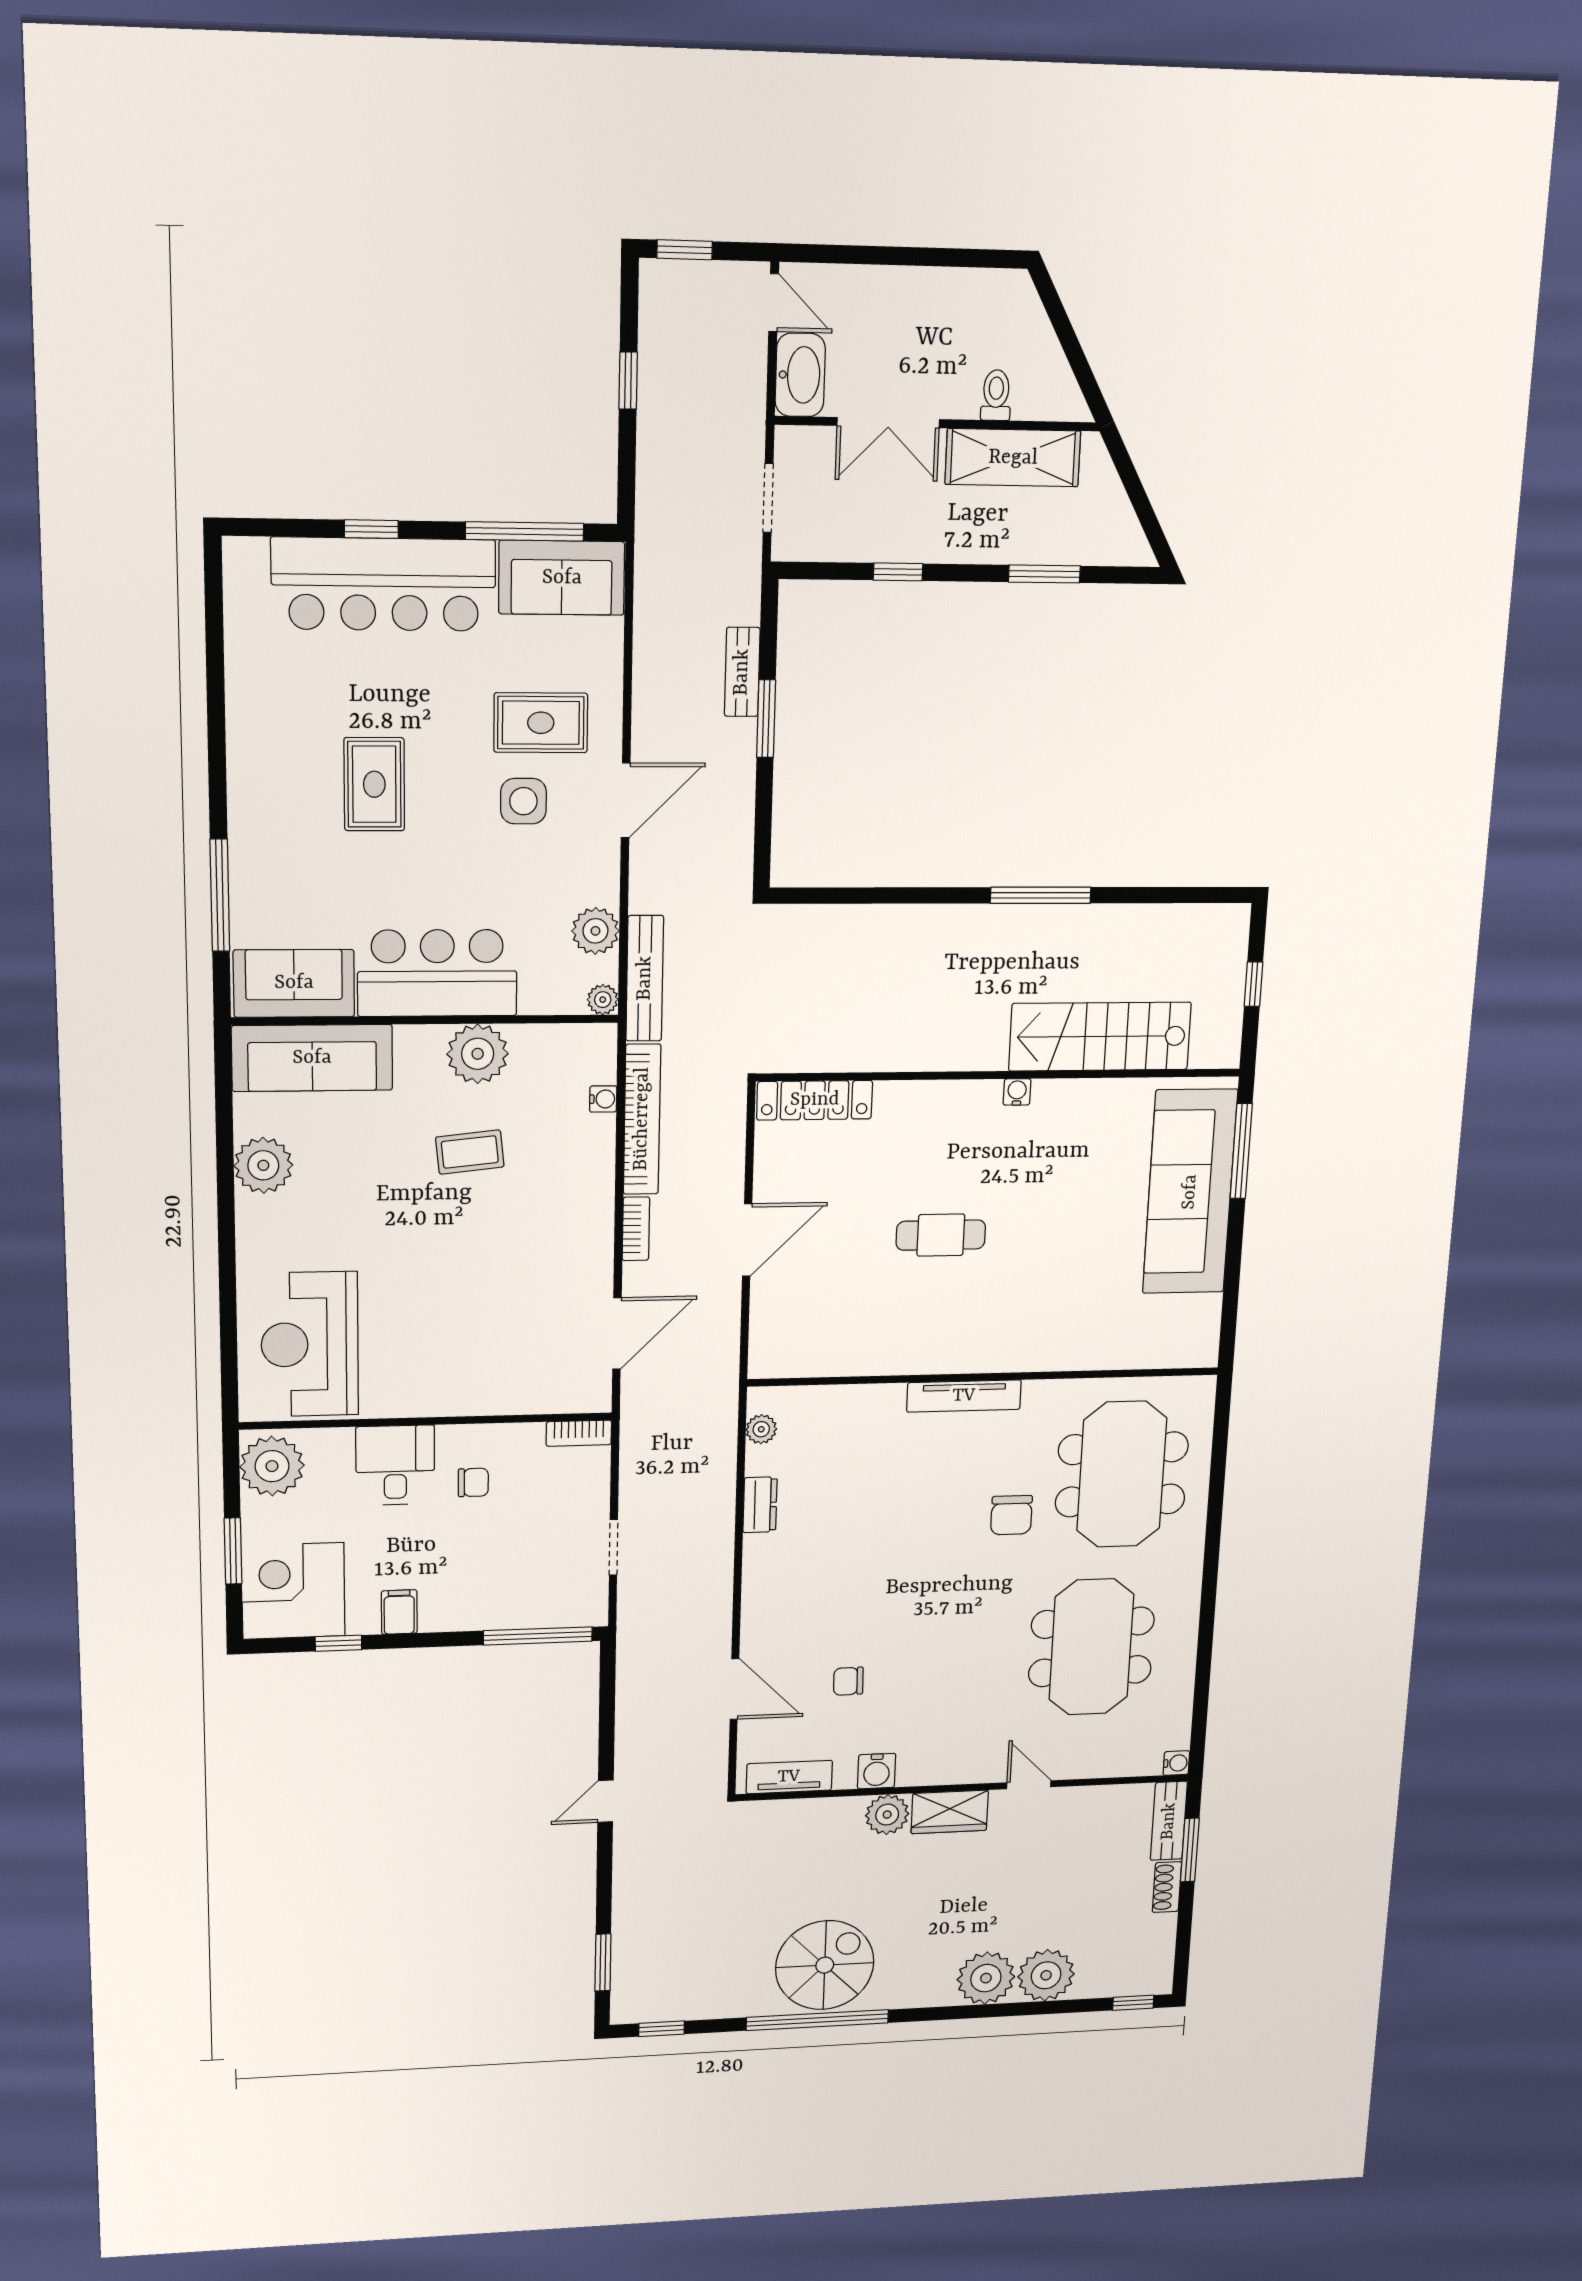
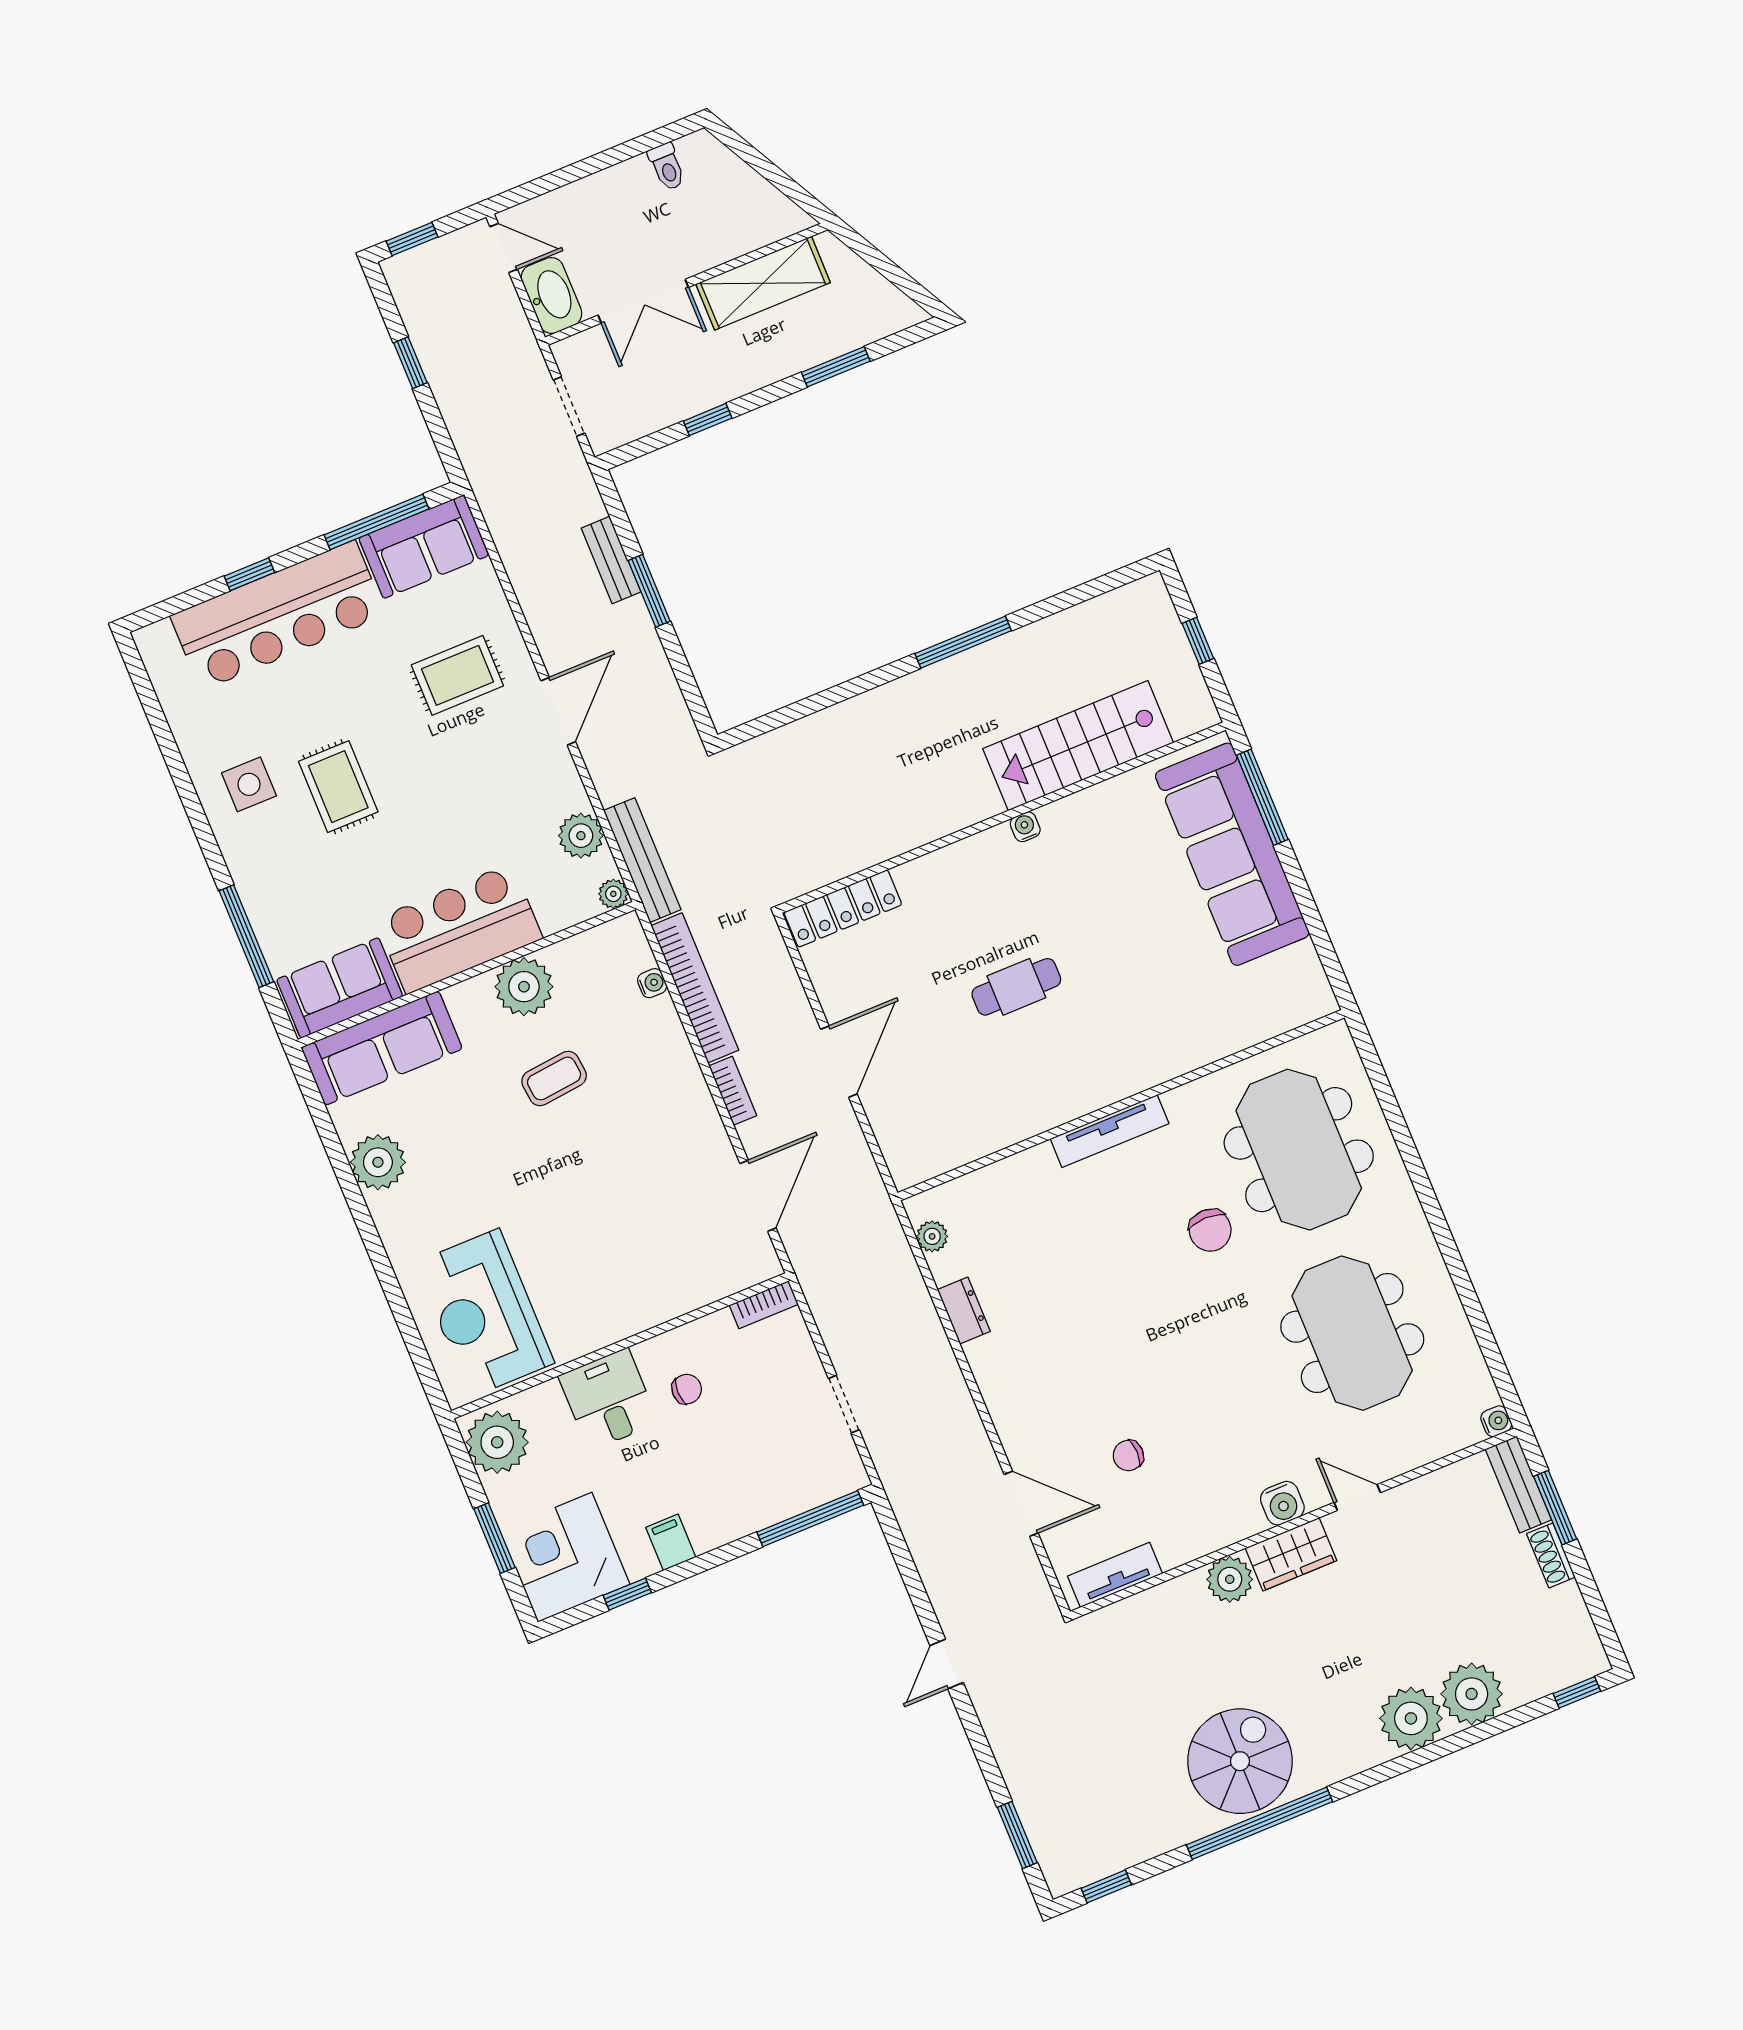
toilet: (996, 395) -> (667, 167), moved, turned 180
side table: (523, 801) -> (249, 784), moved
water cooler: (877, 1771) -> (1282, 1503), moved

